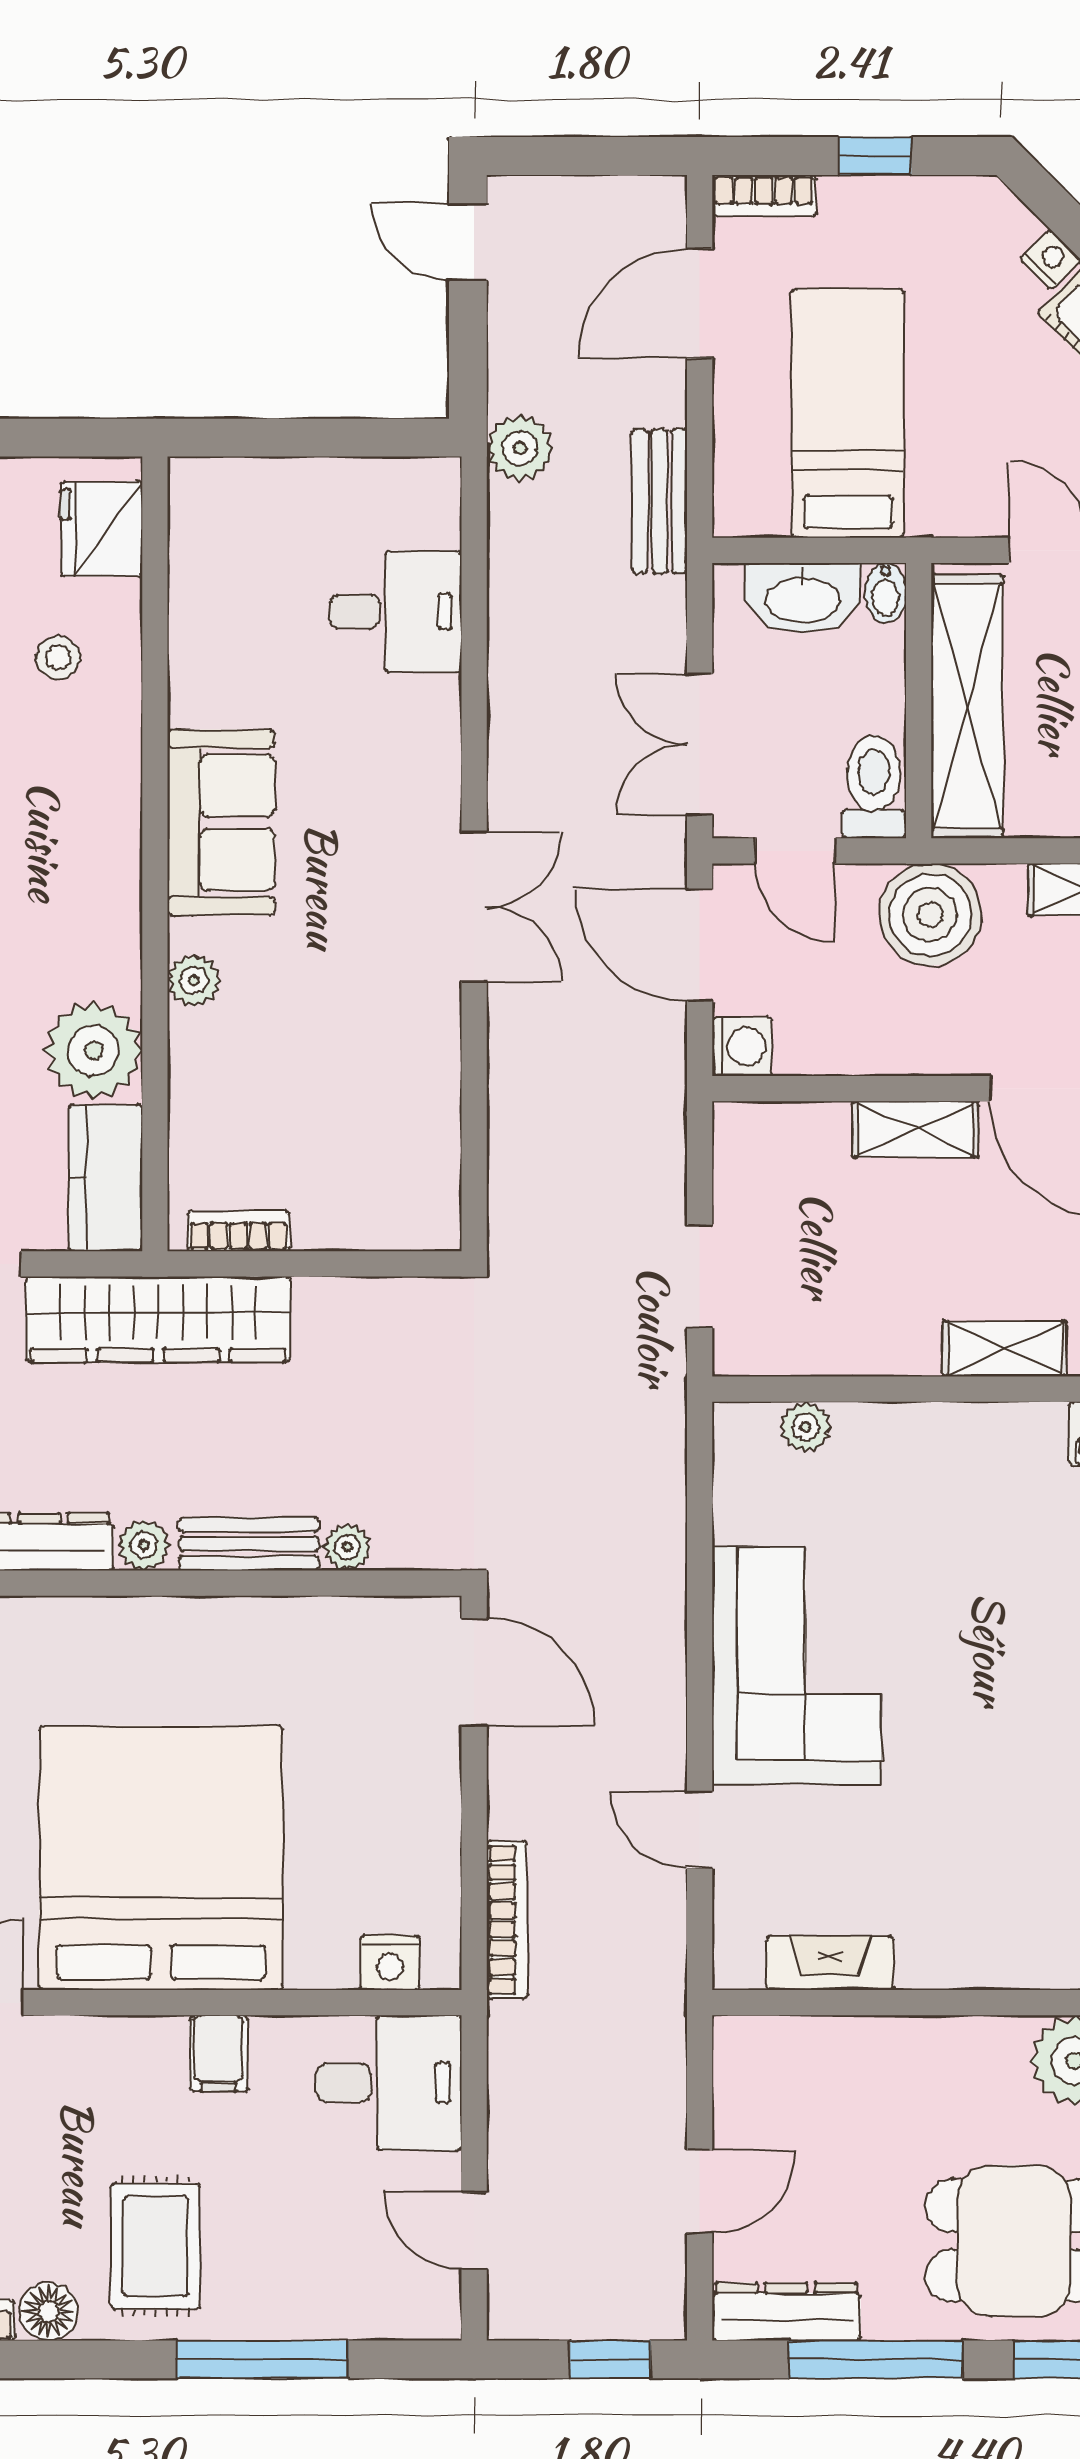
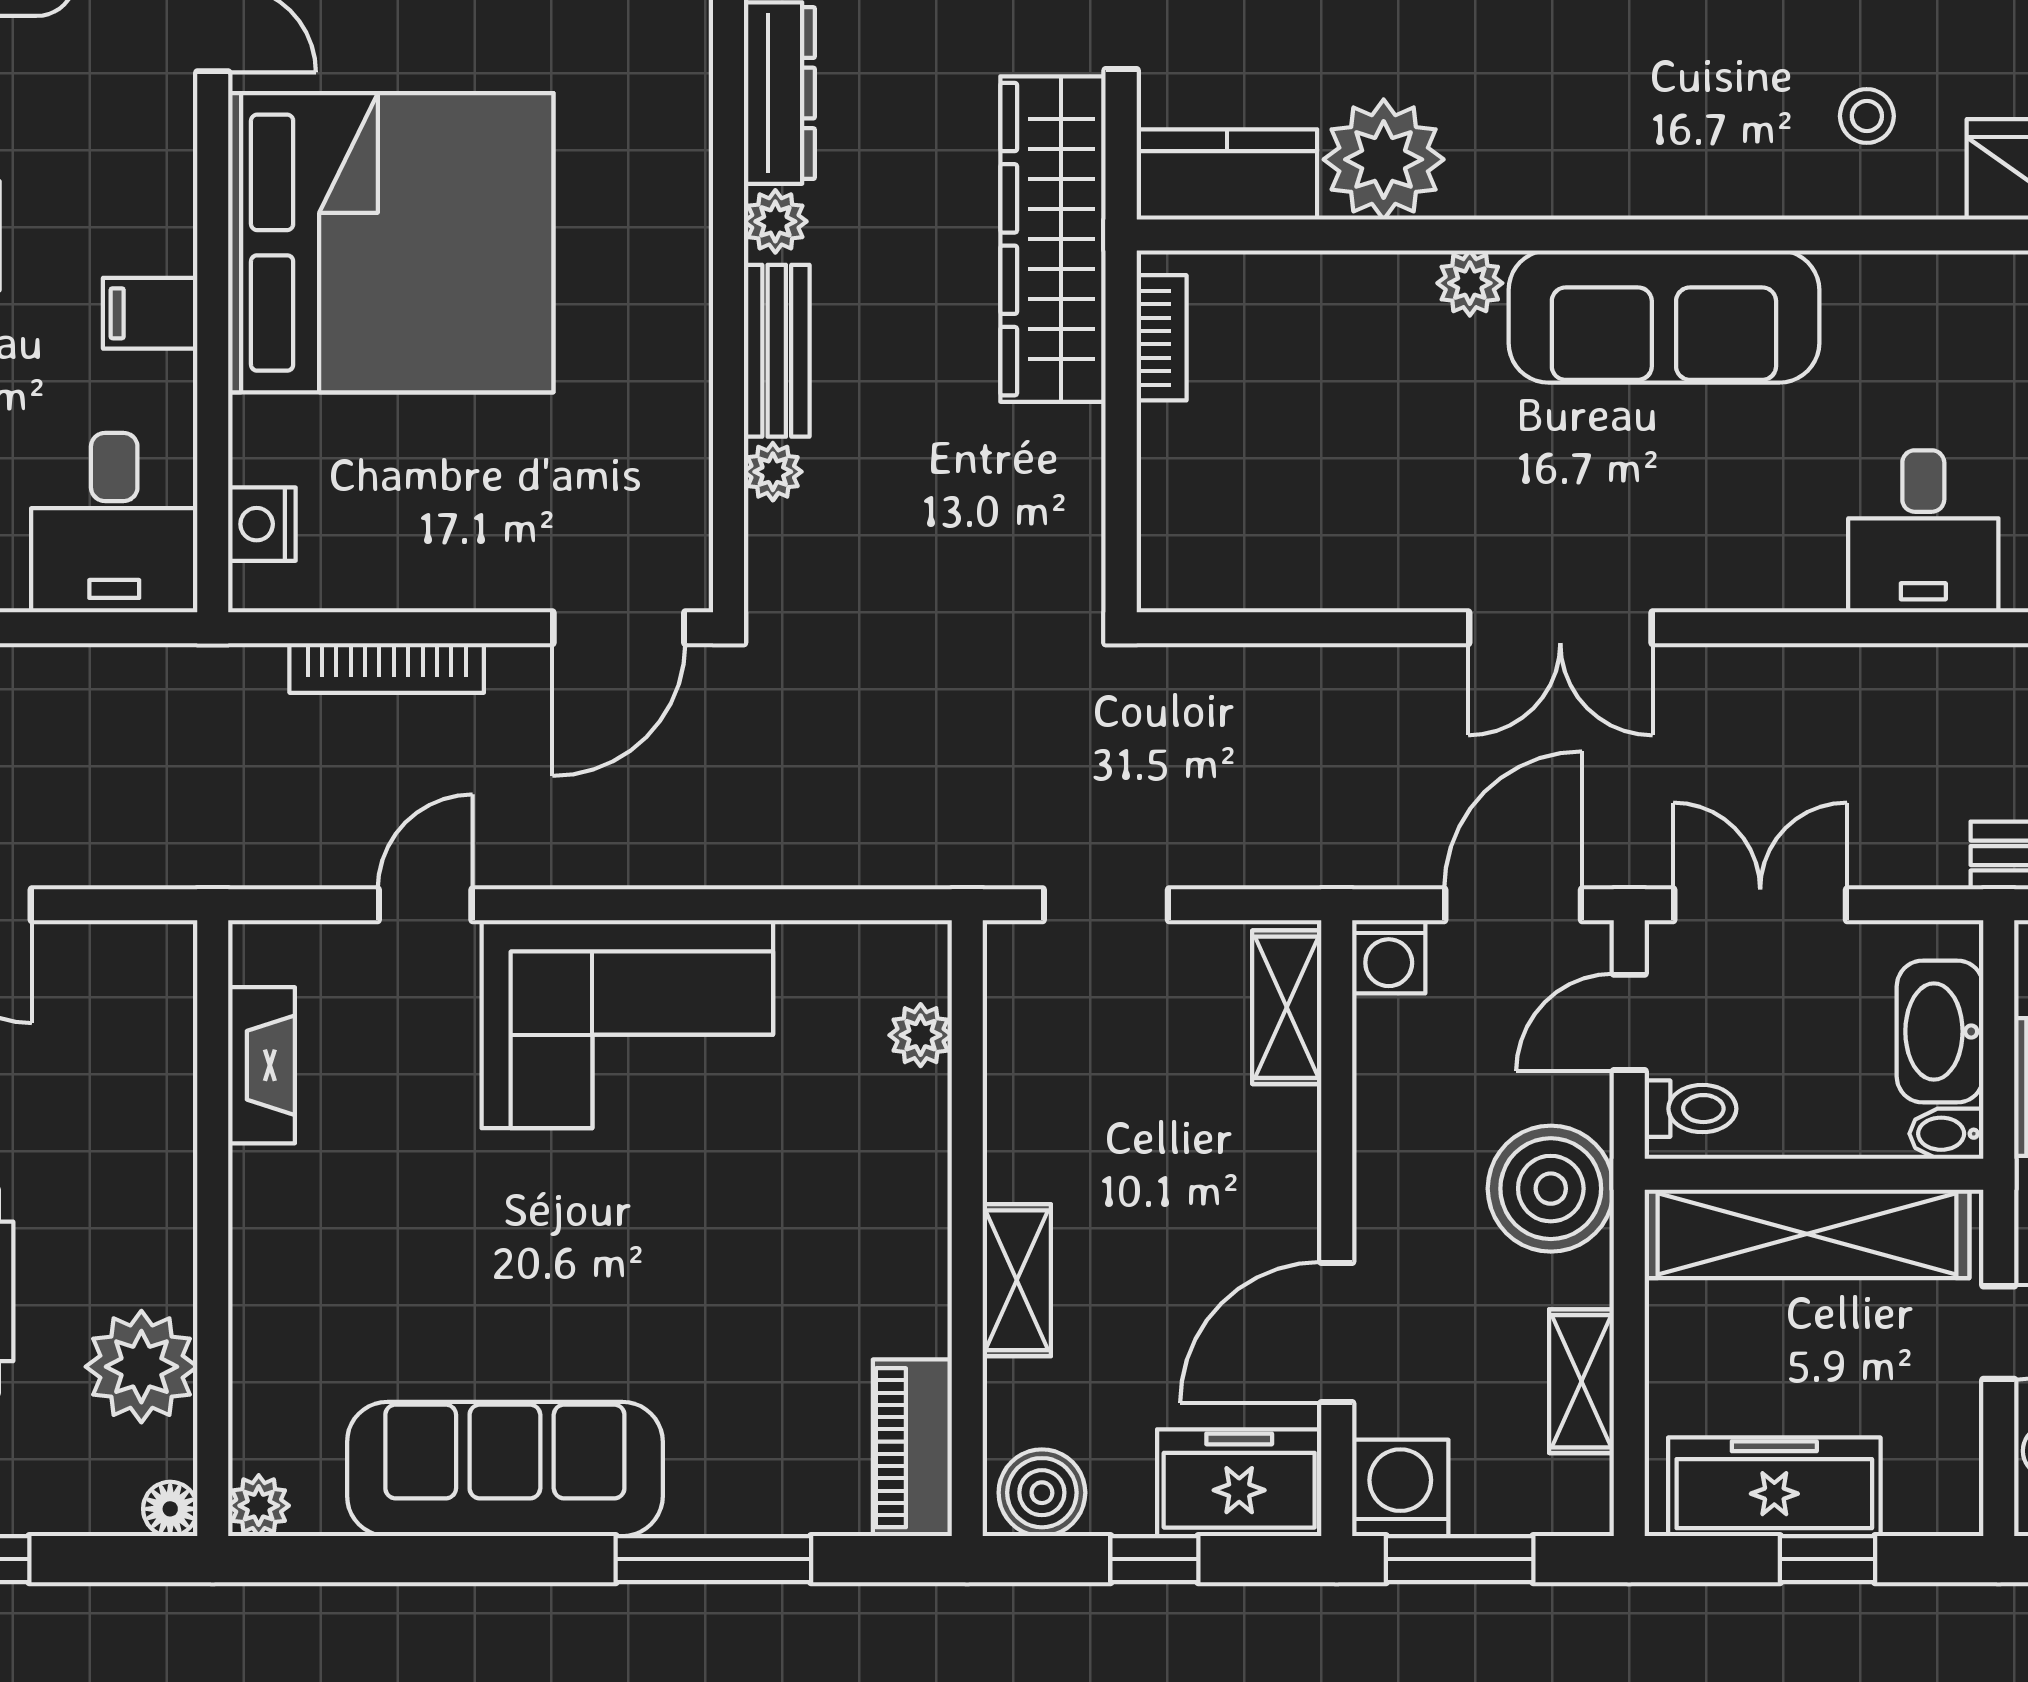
toilet: (874, 787) -> (1691, 1109), width x0.73, depth x0.72
sofa: (221, 823) -> (1664, 317), width x1.36
shelving: (915, 1129) -> (1287, 1007), moved
bookcase: (507, 1920) -> (387, 668), moved

